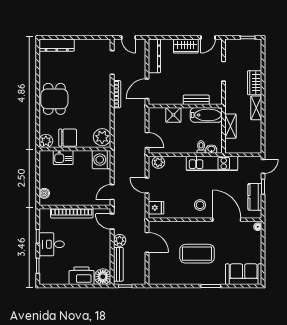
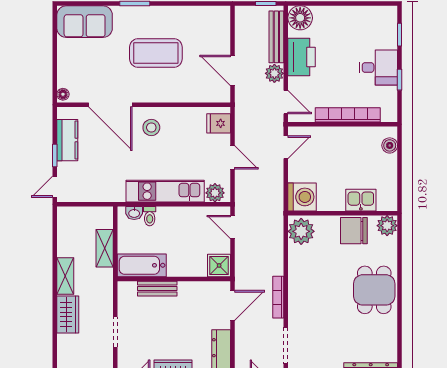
shower: (173, 115) -> (219, 265), moved
kitchen unit: (212, 163) -> (165, 191), moved
printer: (82, 276) -> (302, 57), moved, turned -90

